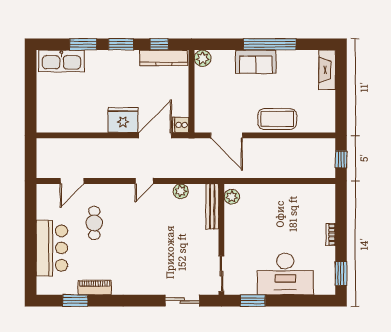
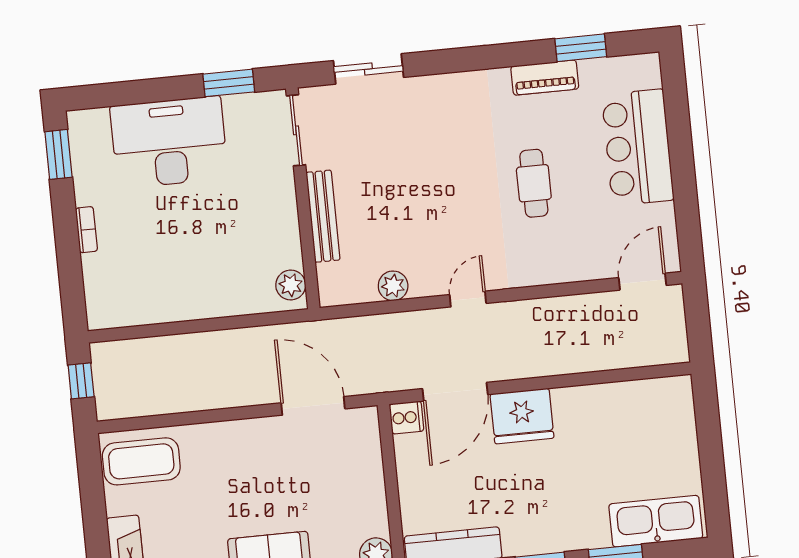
coffee table: (277, 119) -> (141, 461), moved
door: (72, 181) -> (642, 282), moved
bench: (212, 206) -> (323, 216), moved
cafe table: (94, 223) -> (534, 183), moved

